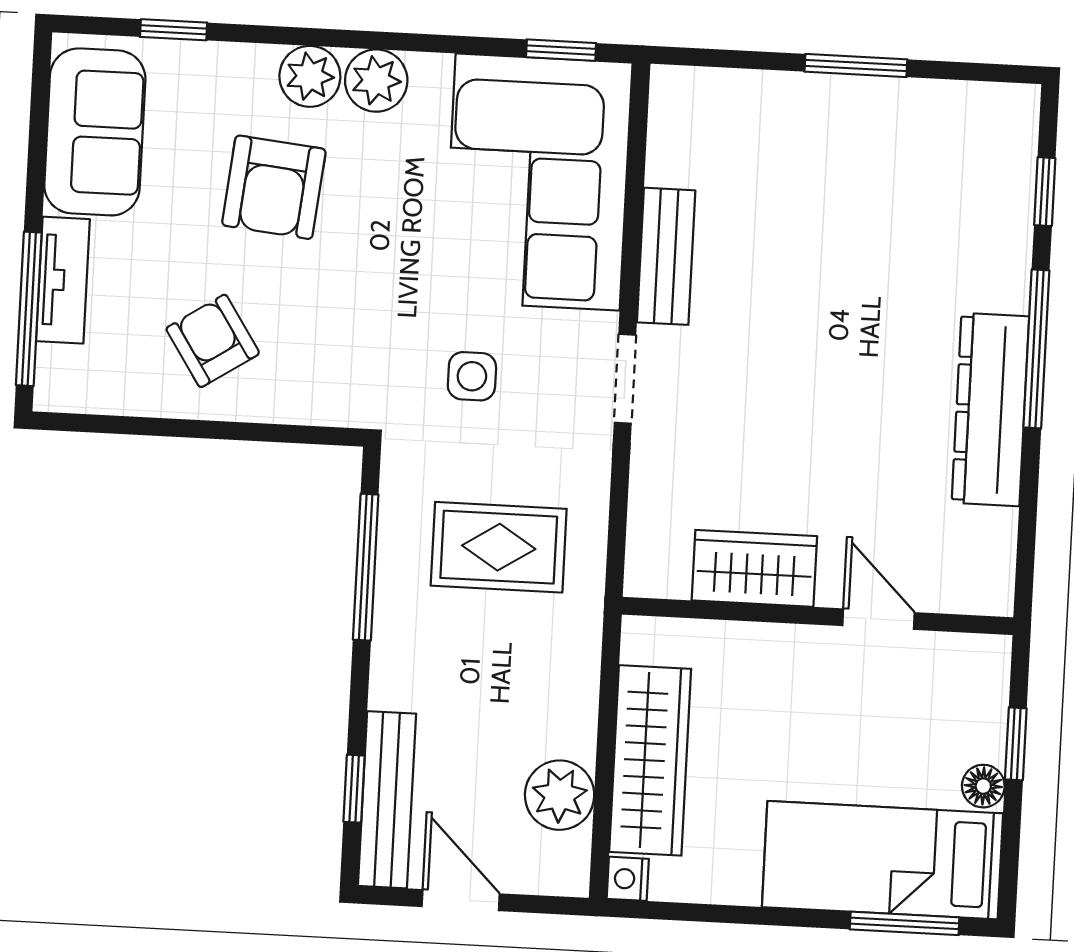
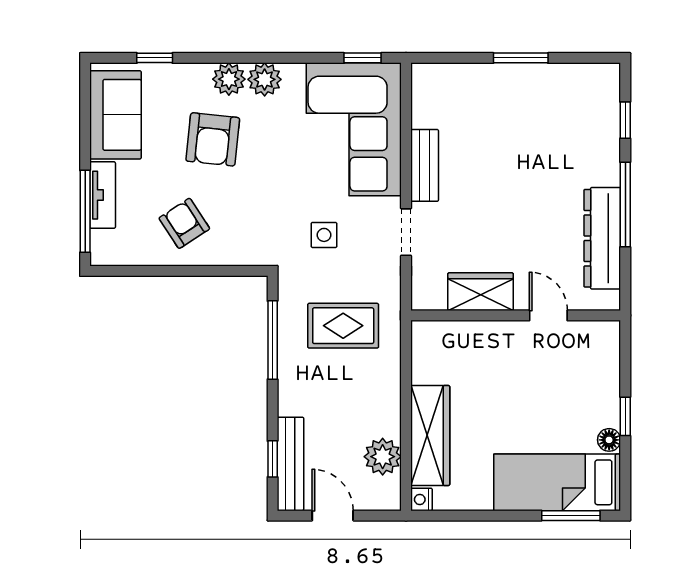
wardrobe: (754, 568) -> (481, 292), moved
wall: (818, 616) -> (516, 315), moved
door: (878, 619) -> (548, 315), moved

